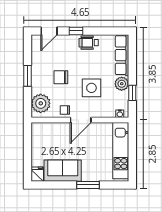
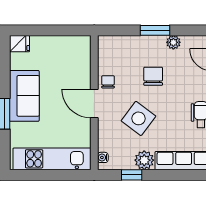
side table: (91, 88) -> (138, 118), turned 37
plant: (41, 103) -> (173, 42), moved, width x0.53, depth x0.53
sofa: (63, 171) -> (24, 96), moved

